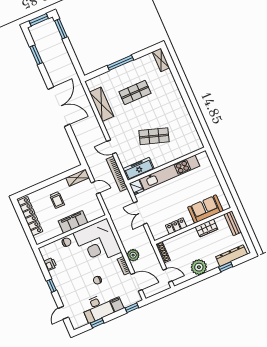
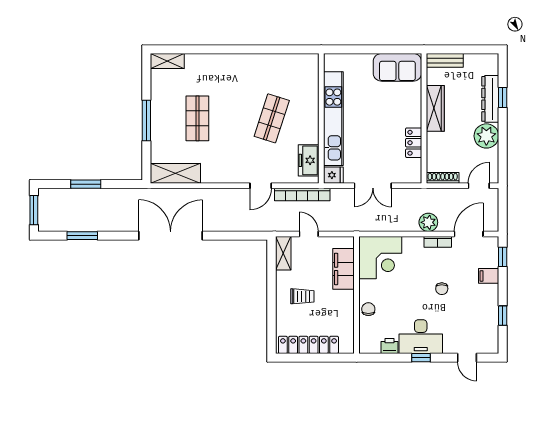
window: (61, 29) -> (86, 184), moved
shelving: (101, 104) -> (175, 173), moved
freezer: (139, 169) -> (309, 160), width x0.71
door: (95, 188) -> (309, 234), hinge flipped
sofa: (205, 209) -> (397, 67), moved, turned -90
filing cabinet: (73, 222) -> (343, 269), moved
wardrobe: (207, 228) -> (435, 108), width x1.50
corner desk: (97, 242) -> (380, 258), width x0.74, depth x0.74
dresser: (232, 256) -> (490, 99), moved
desk: (97, 308) -> (421, 337), moved, turned 90

